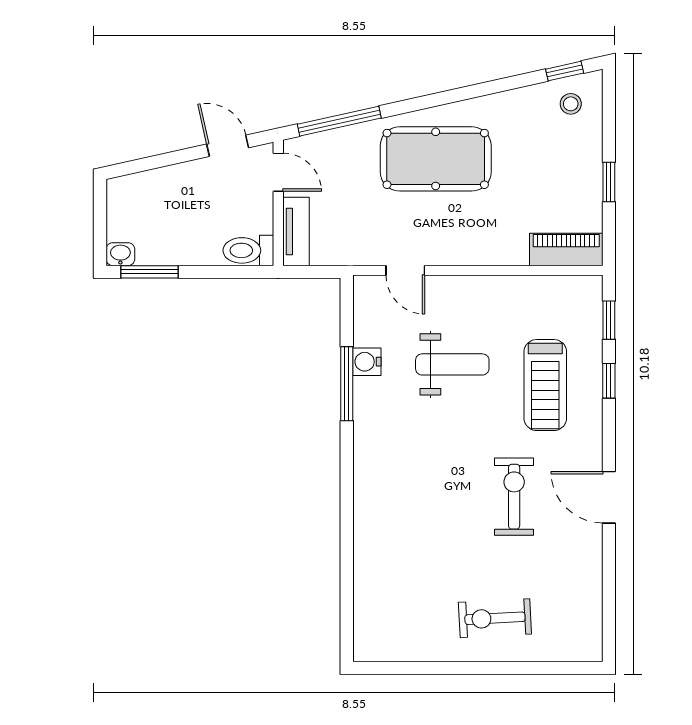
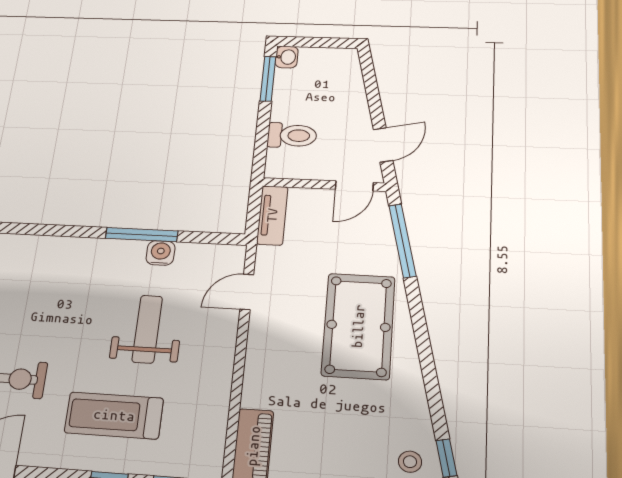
tv unit: (296, 231) -> (272, 215), moved, turned -90
toilet: (248, 250) -> (292, 135), moved, turned 90
weight bench: (452, 364) -> (147, 329), turned 180

